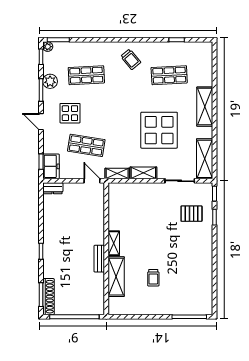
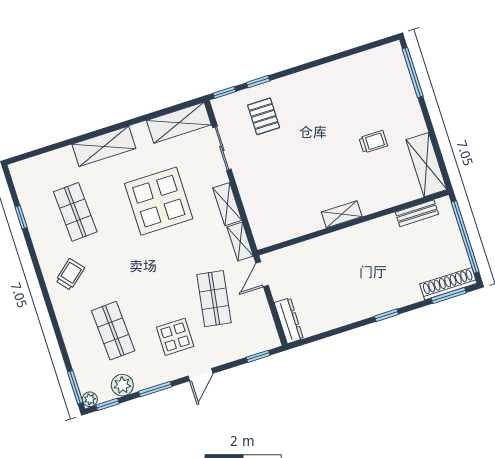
plant: (50, 81) -> (122, 385), moved
freezer: (51, 166) -> (260, 340), removed
dresser: (53, 188) -> (289, 321), width x1.44
bench: (99, 259) -> (417, 213), moved
shelving: (116, 277) -> (426, 165), moved, turned 90

